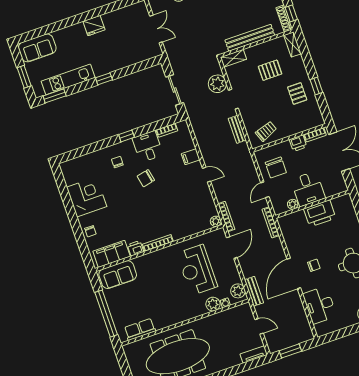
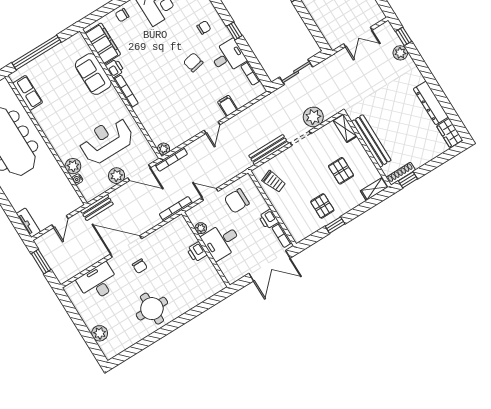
pallet: (297, 93) -> (322, 206), turned 90
bench: (237, 129) -> (269, 150), width x1.36
printer: (320, 213) -> (197, 252), width x0.53, depth x0.68
sofa: (118, 275) -> (93, 74), moved
plant: (238, 291) -> (117, 176), moved

